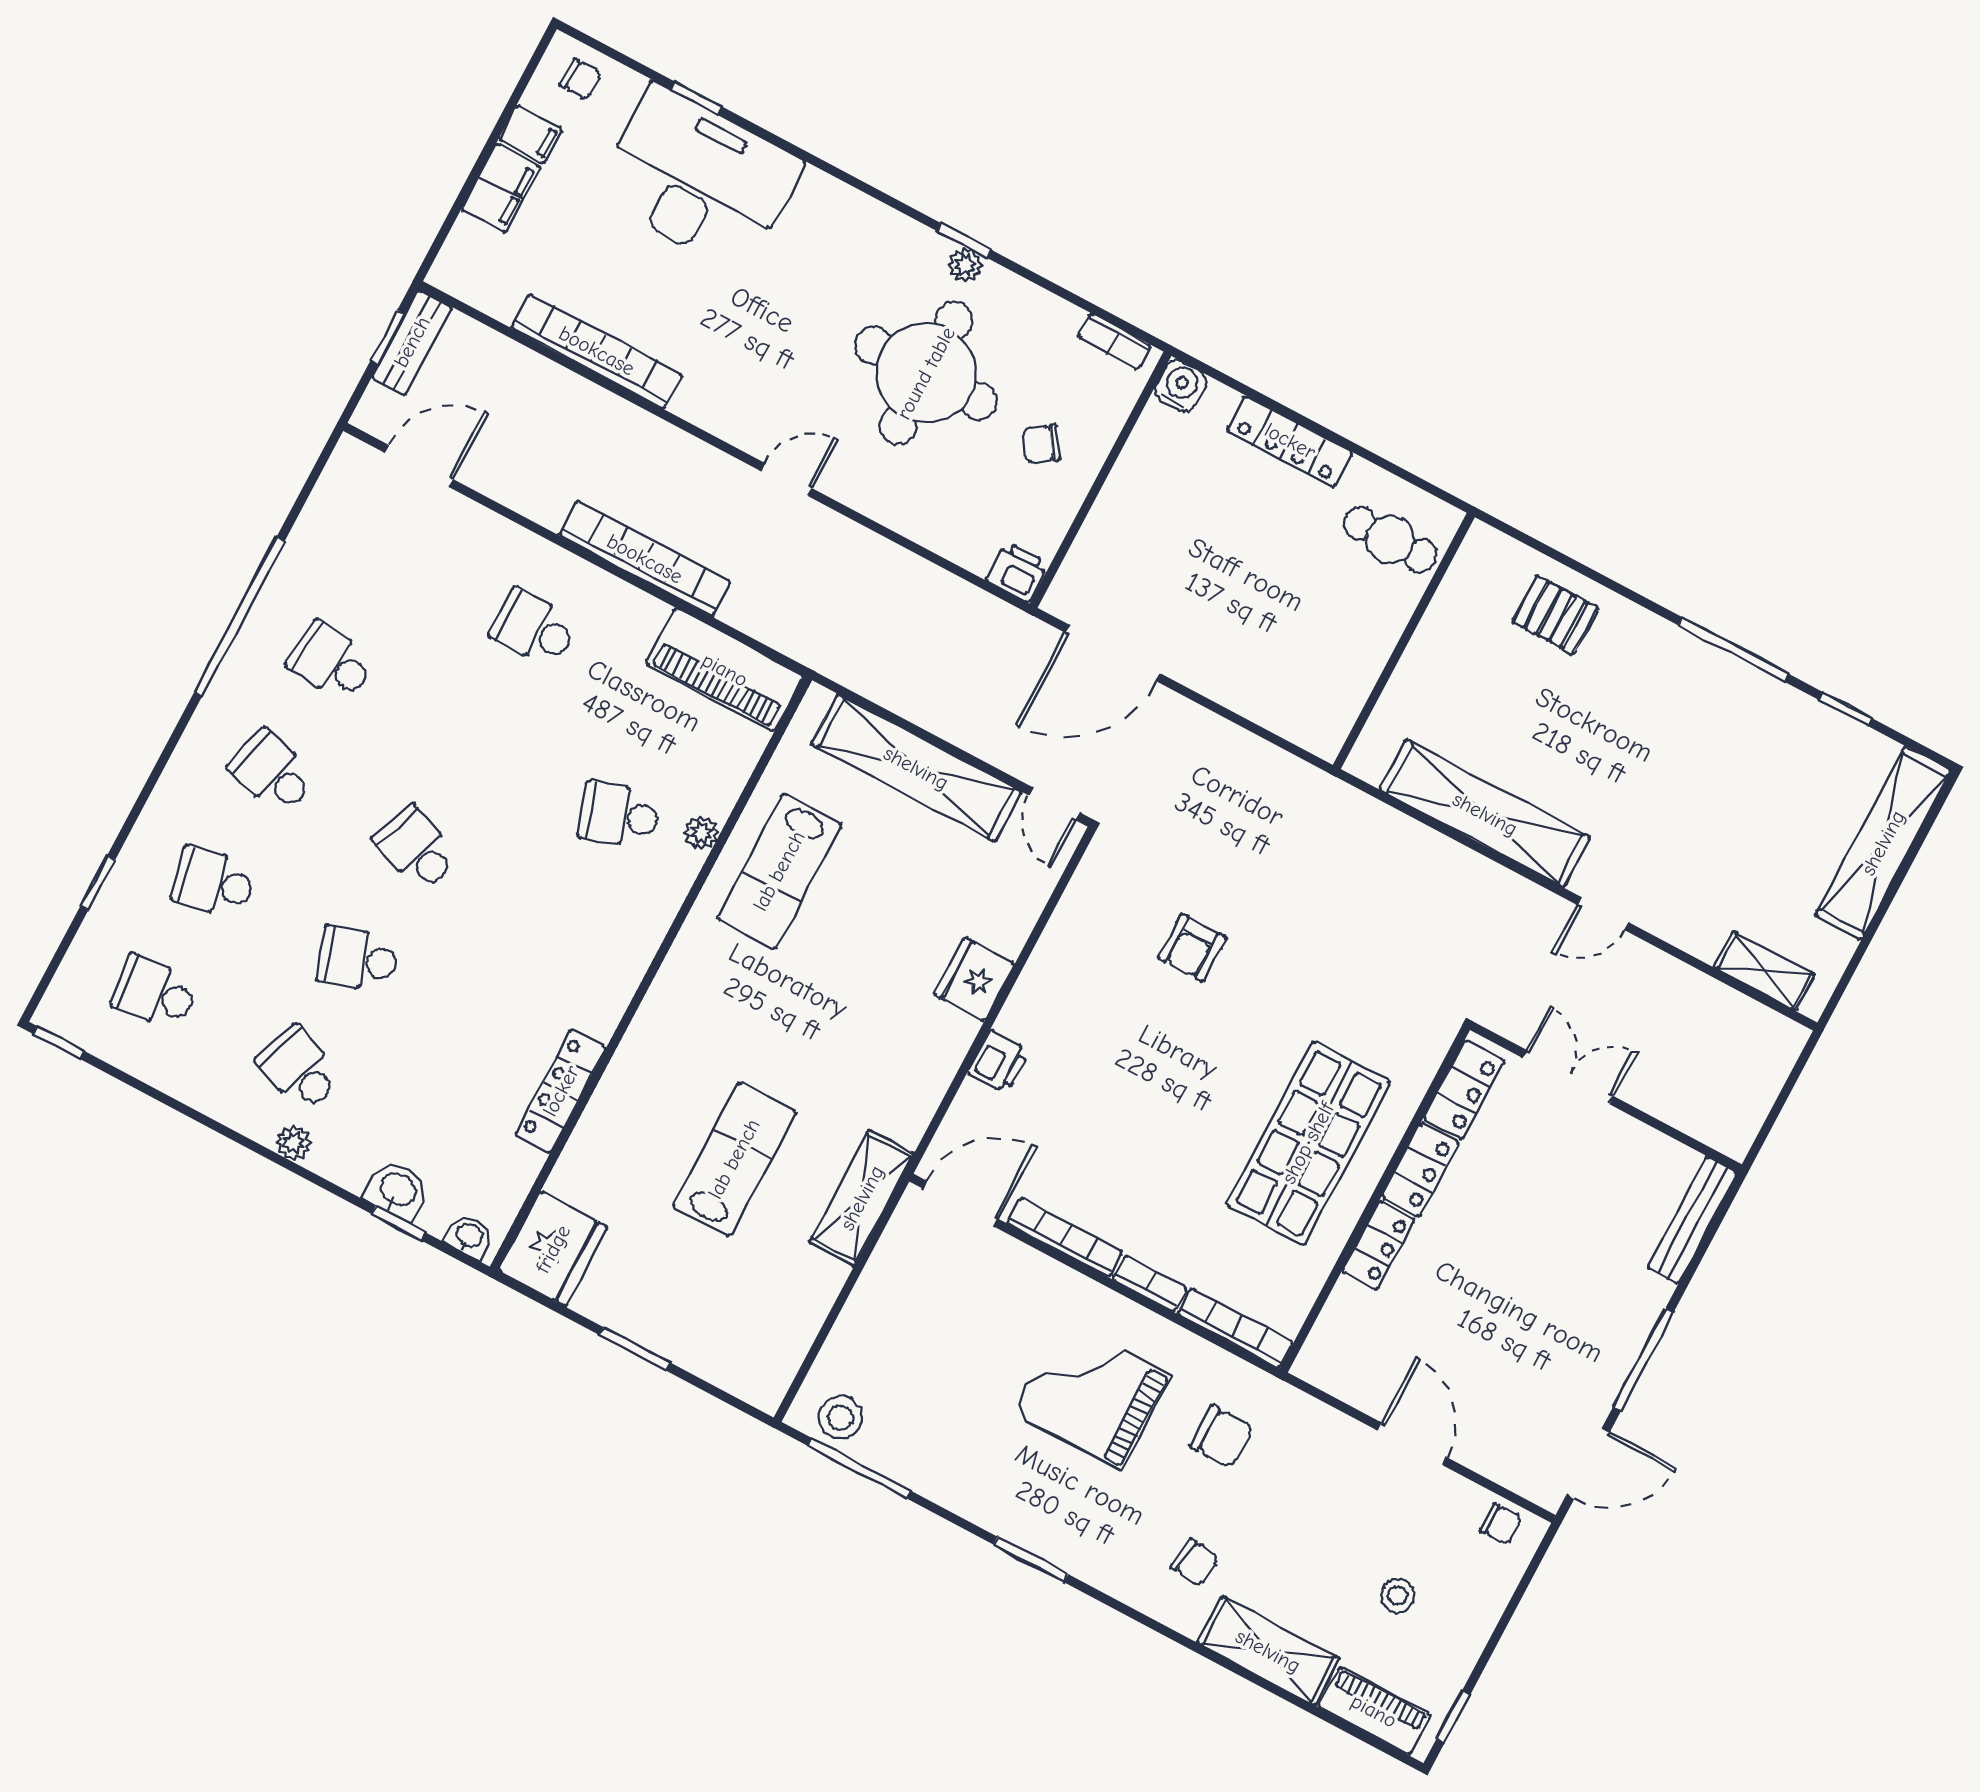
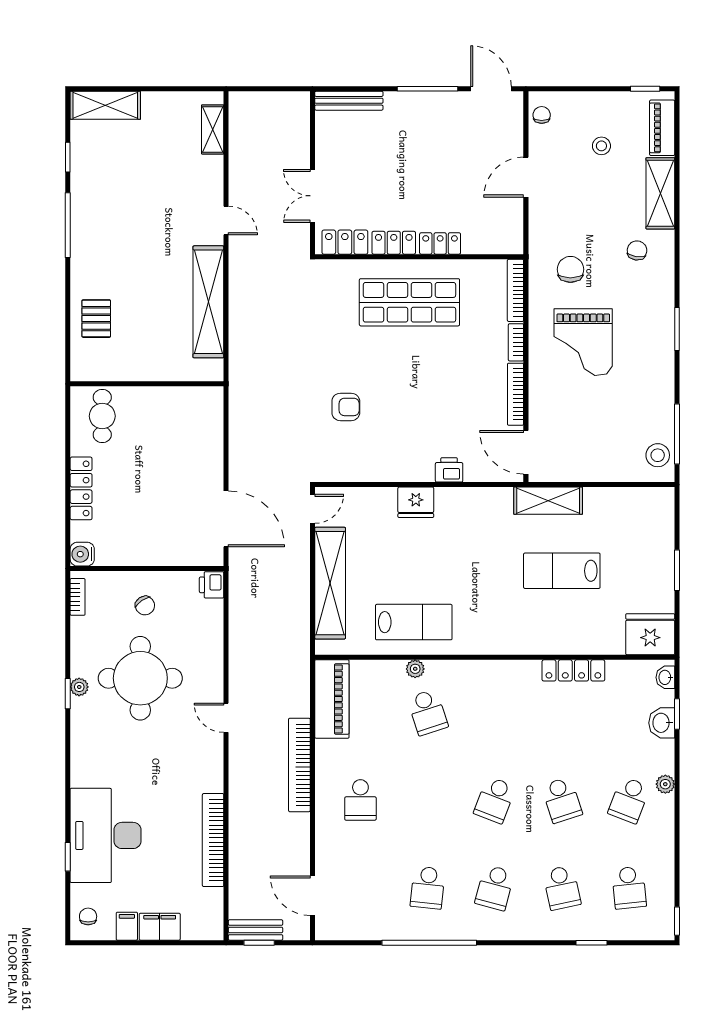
shelving: (1883, 843) -> (105, 105), width x0.68

